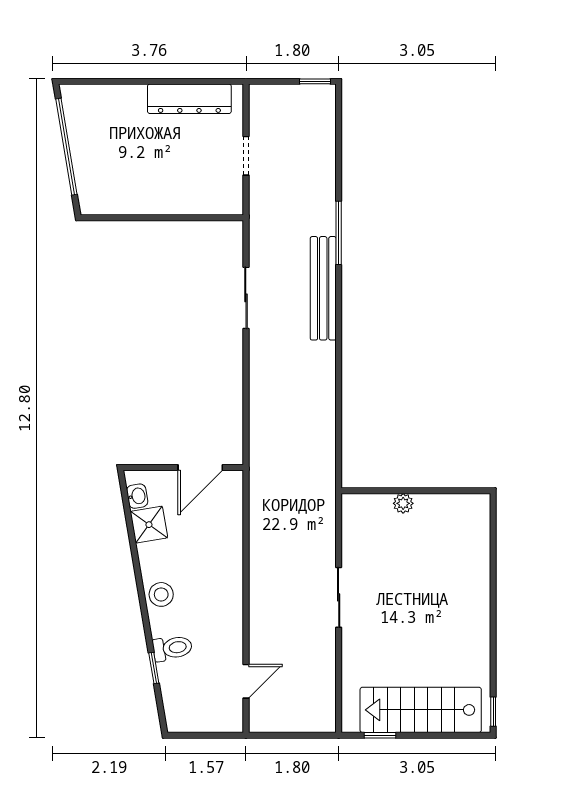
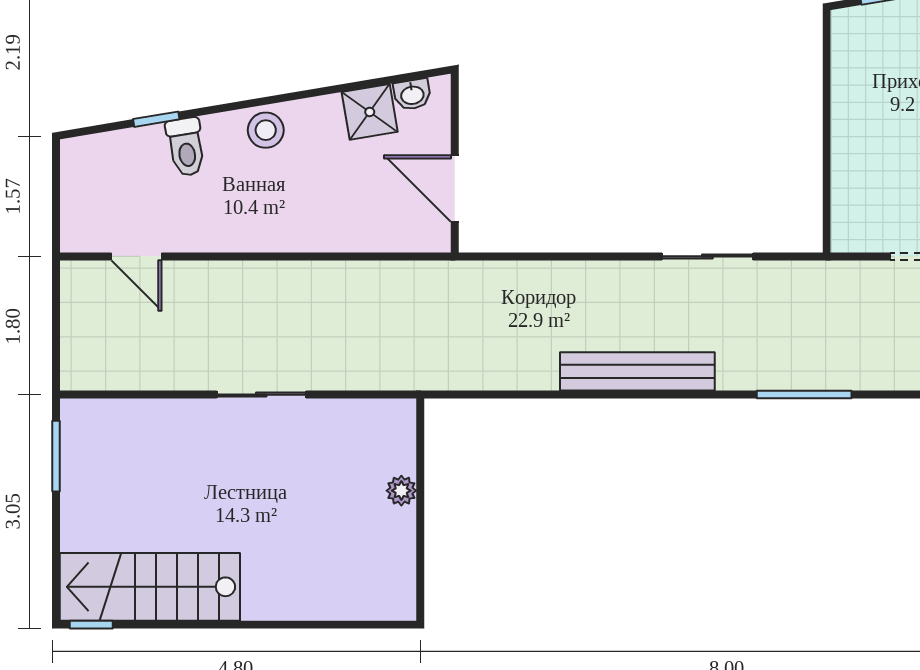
bench: (323, 288) -> (637, 371), moved
stairs: (421, 710) -> (150, 587), moved, turned -90
window: (380, 735) -> (56, 456), width x1.50

